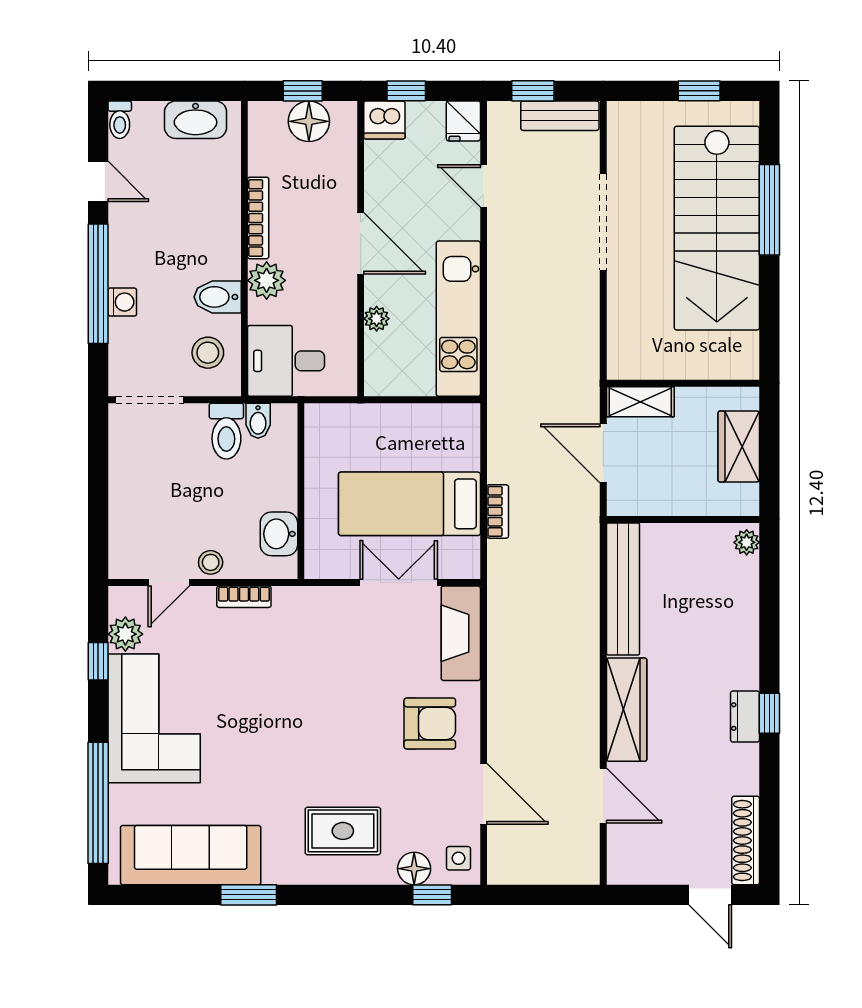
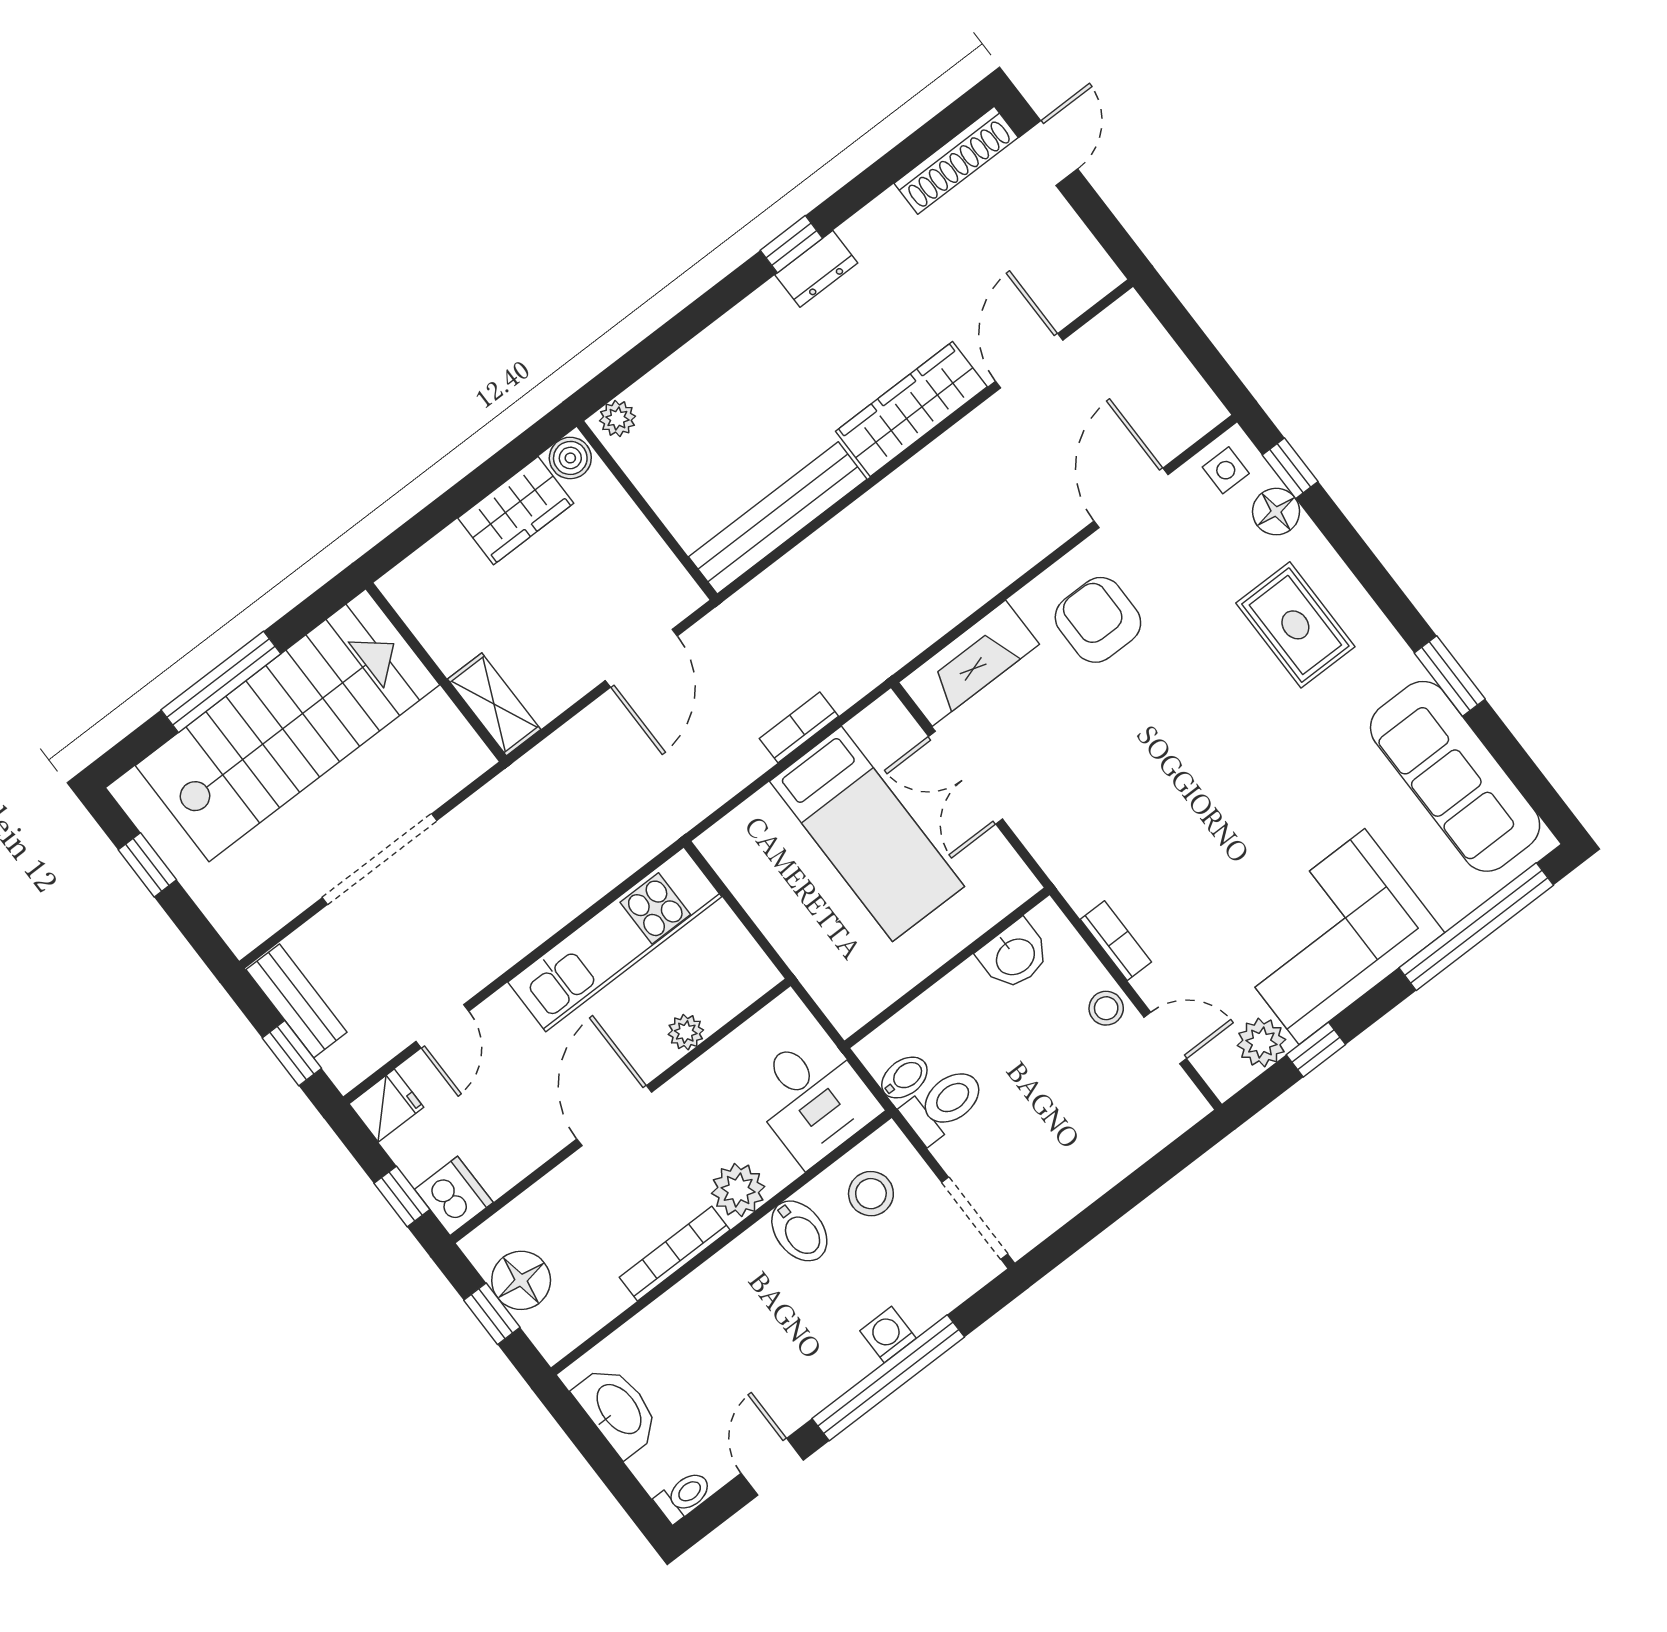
wall: (683, 383) -> (436, 672), moved
shelving: (640, 402) -> (494, 704), moved
boiler: (745, 499) -> (570, 458), added

